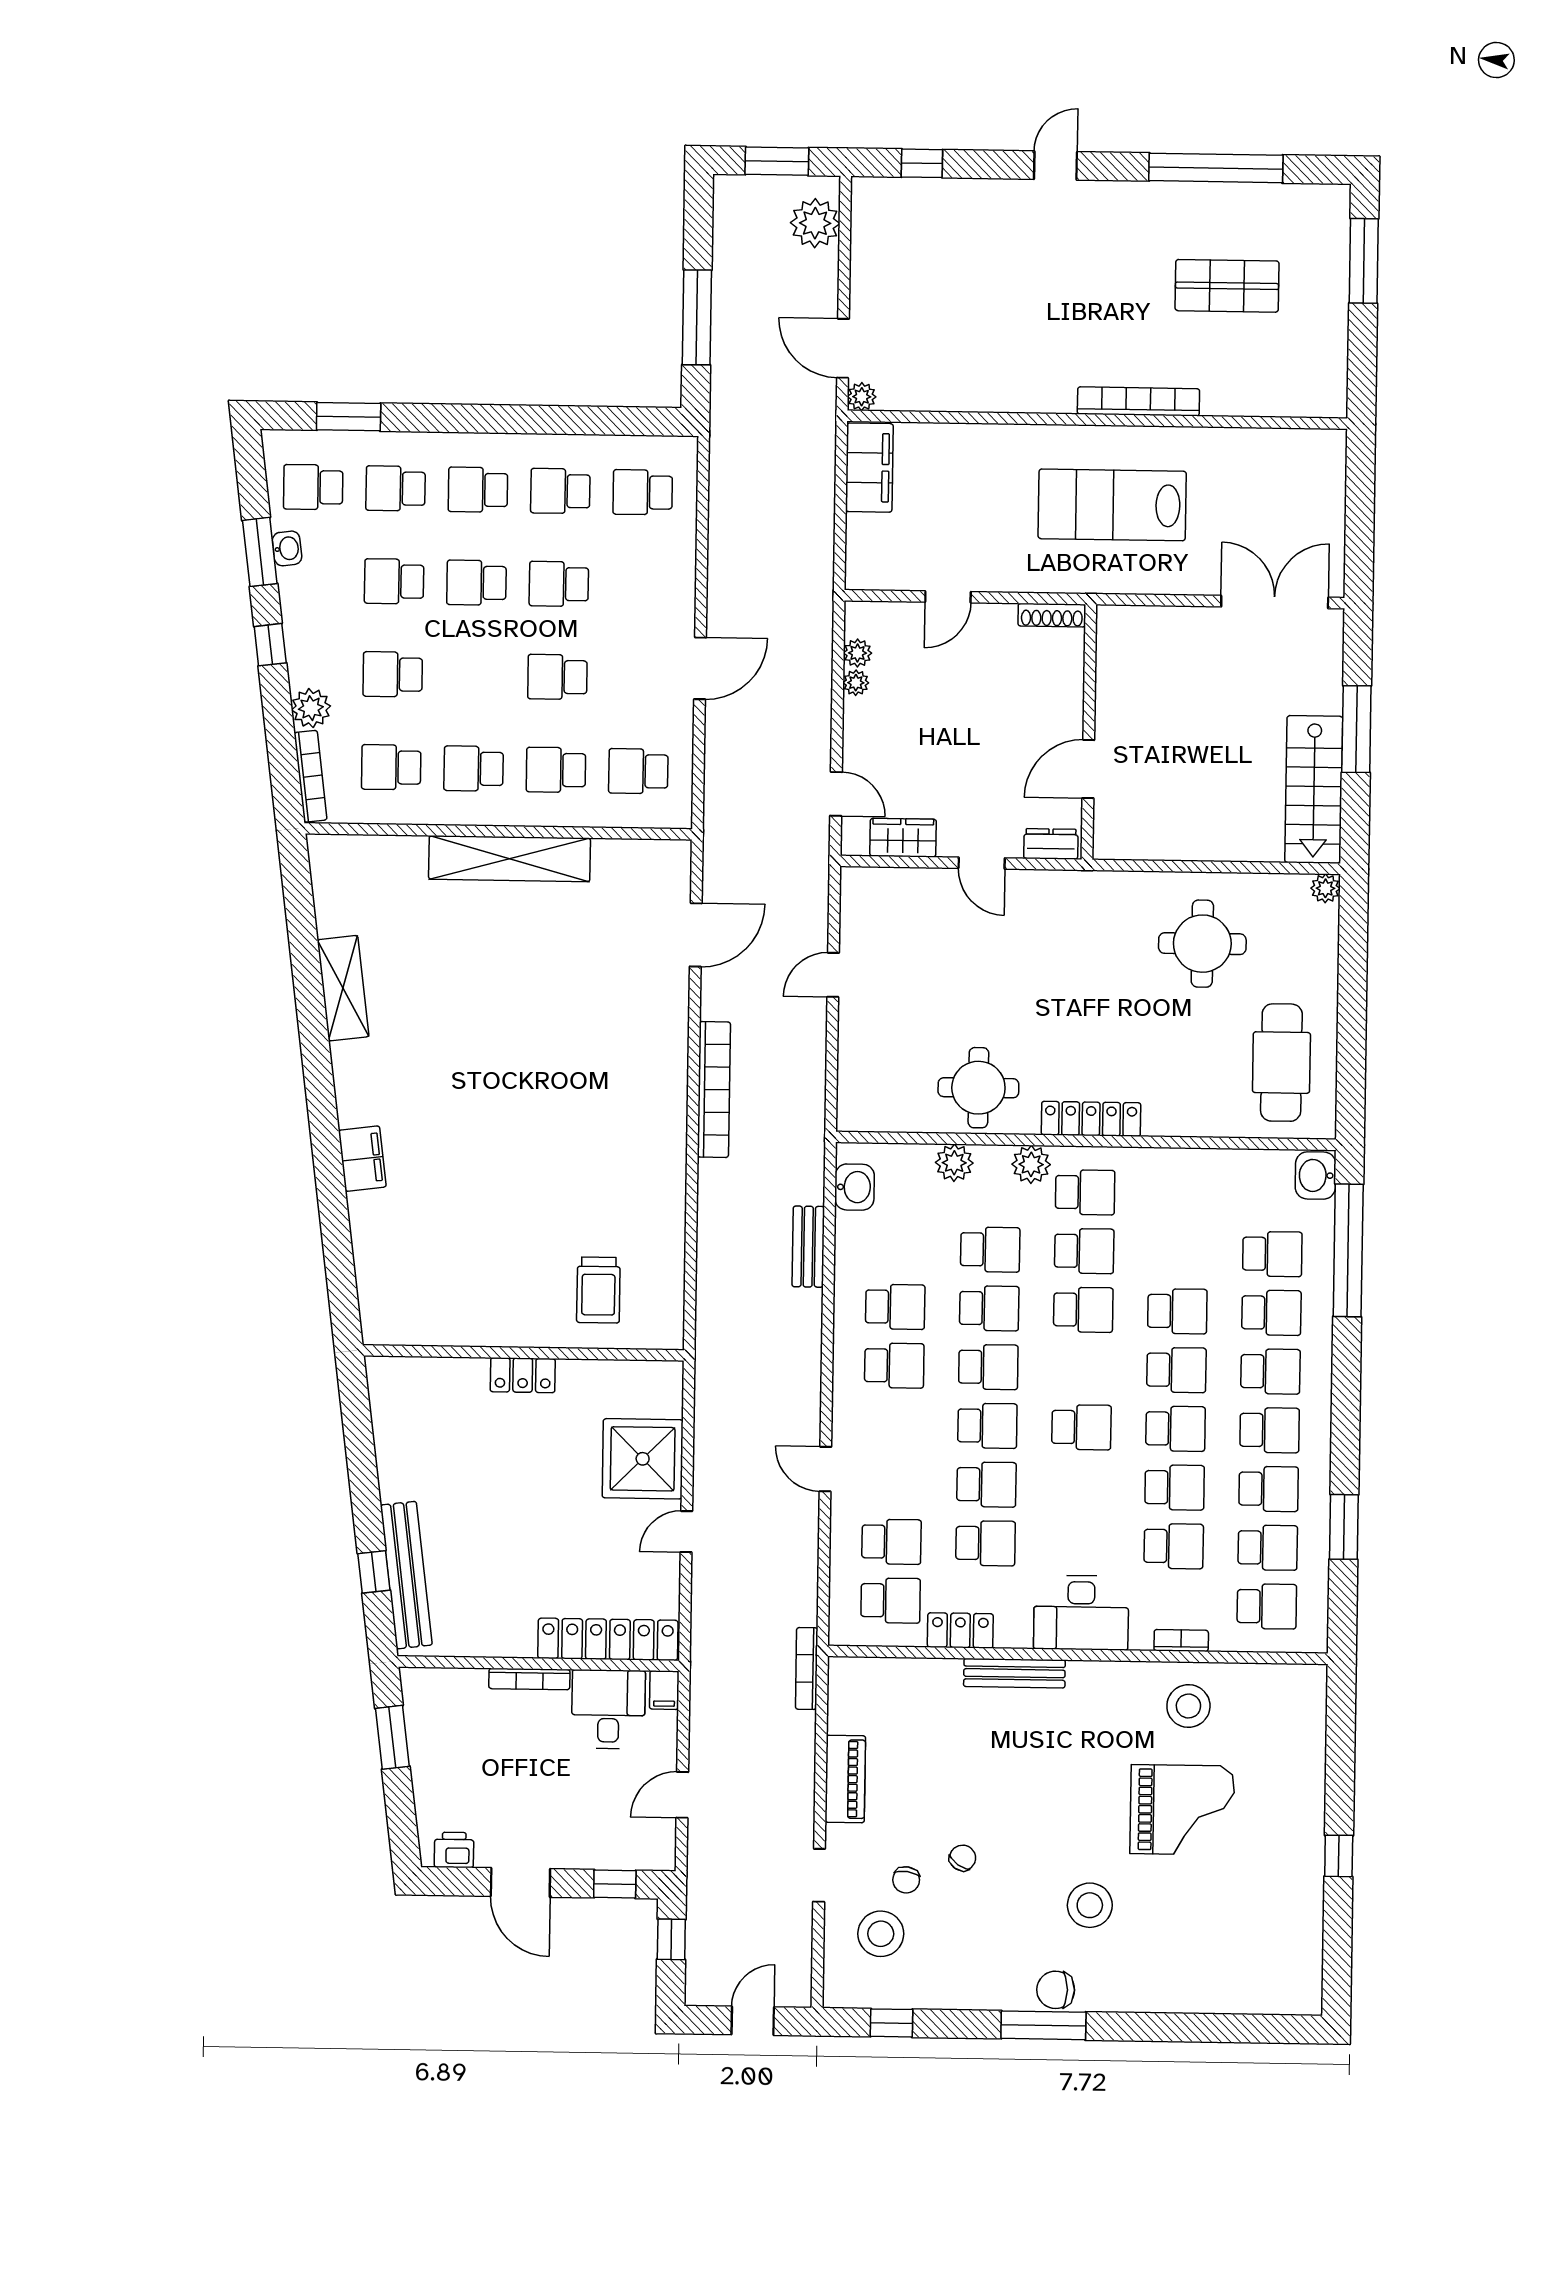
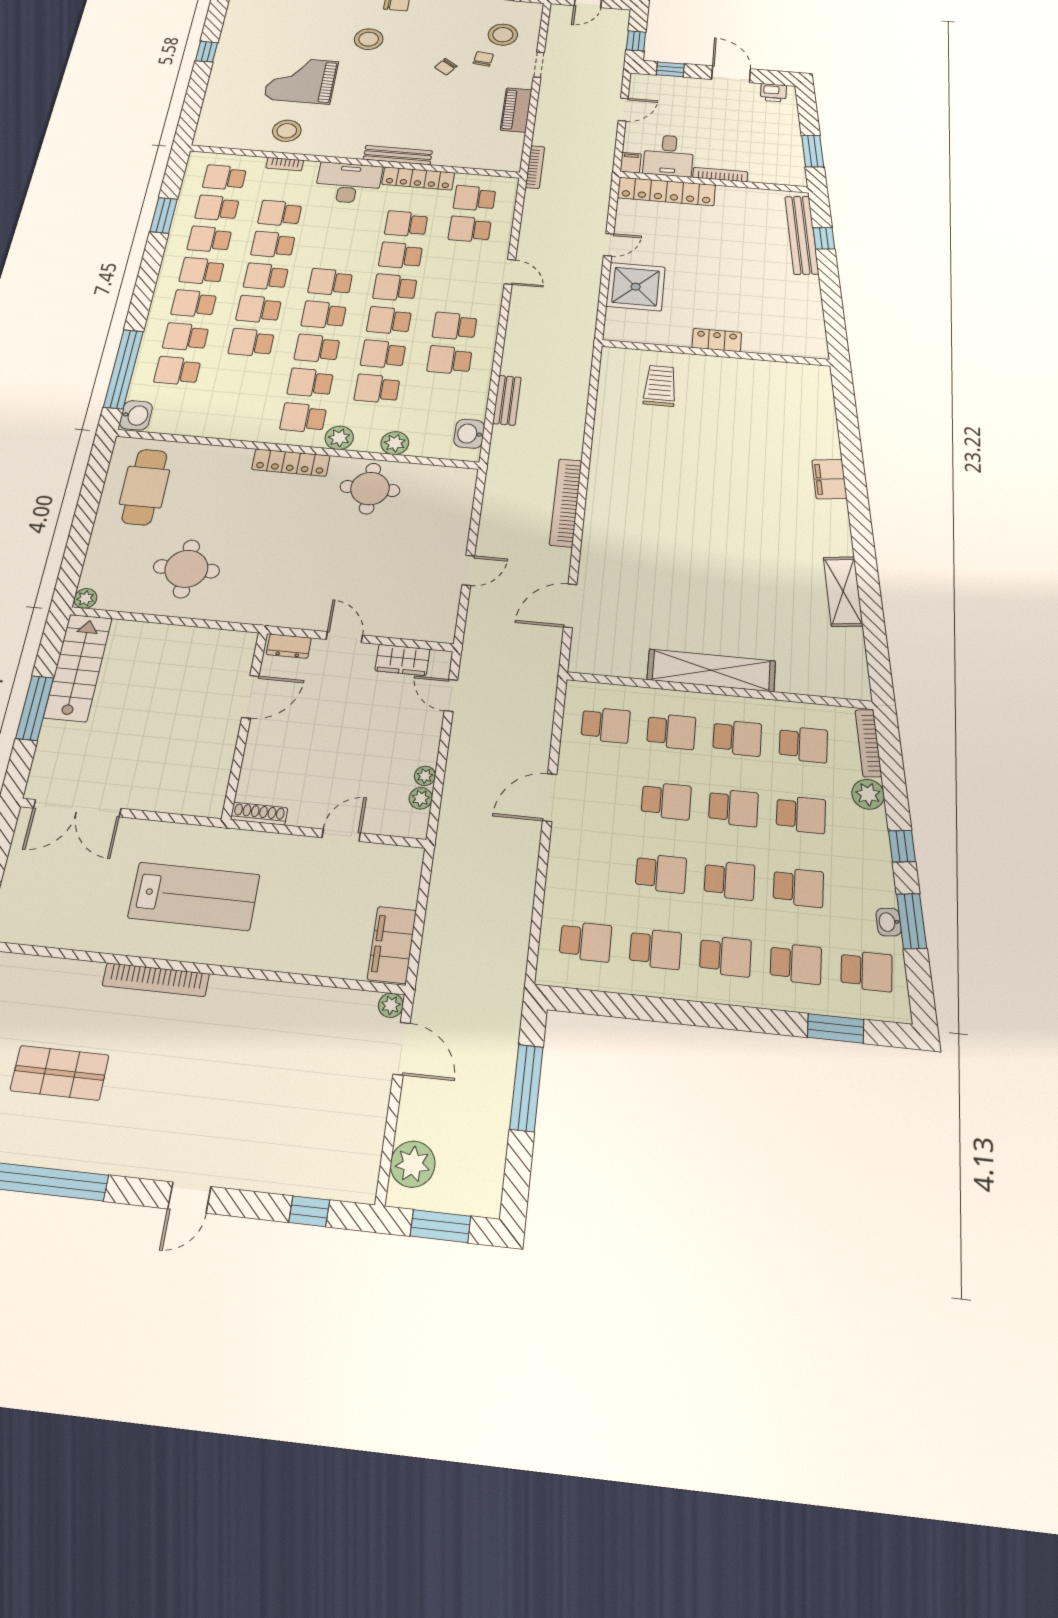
school desk: (475, 676) -> (733, 808), added
school desk: (1082, 1368) -> (324, 315), added
locker: (960, 1630) -> (418, 178), width x1.53

